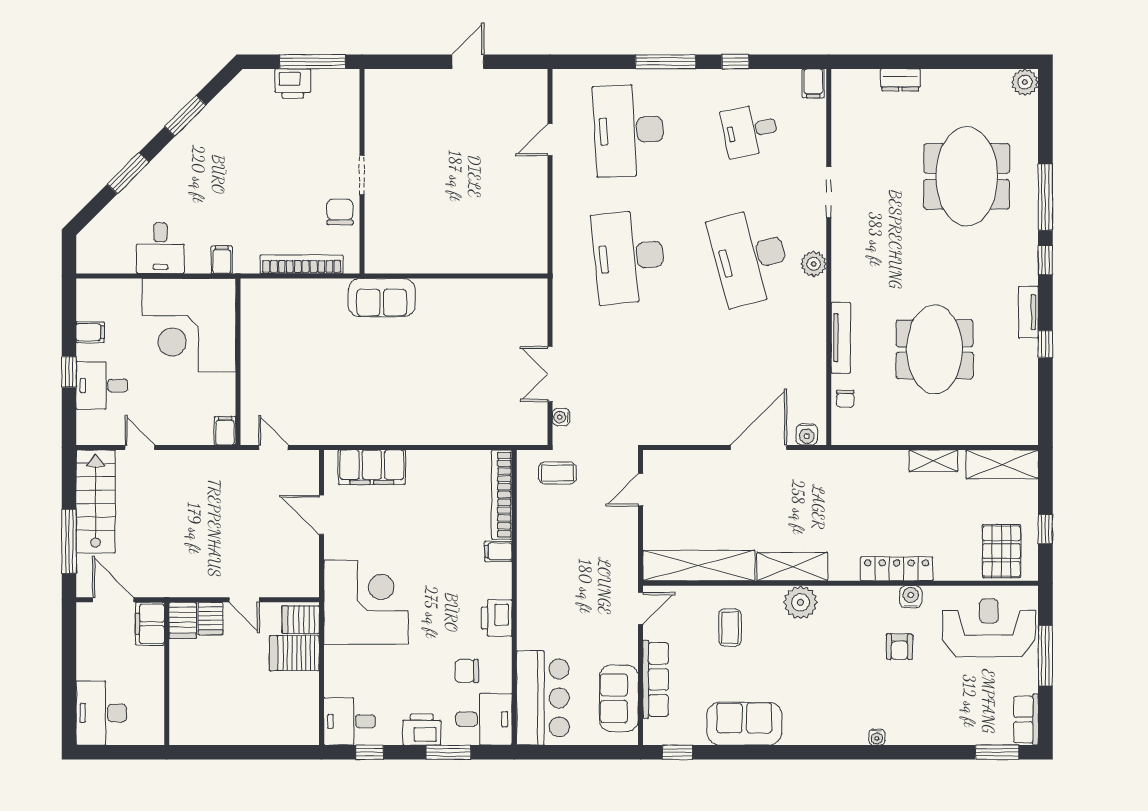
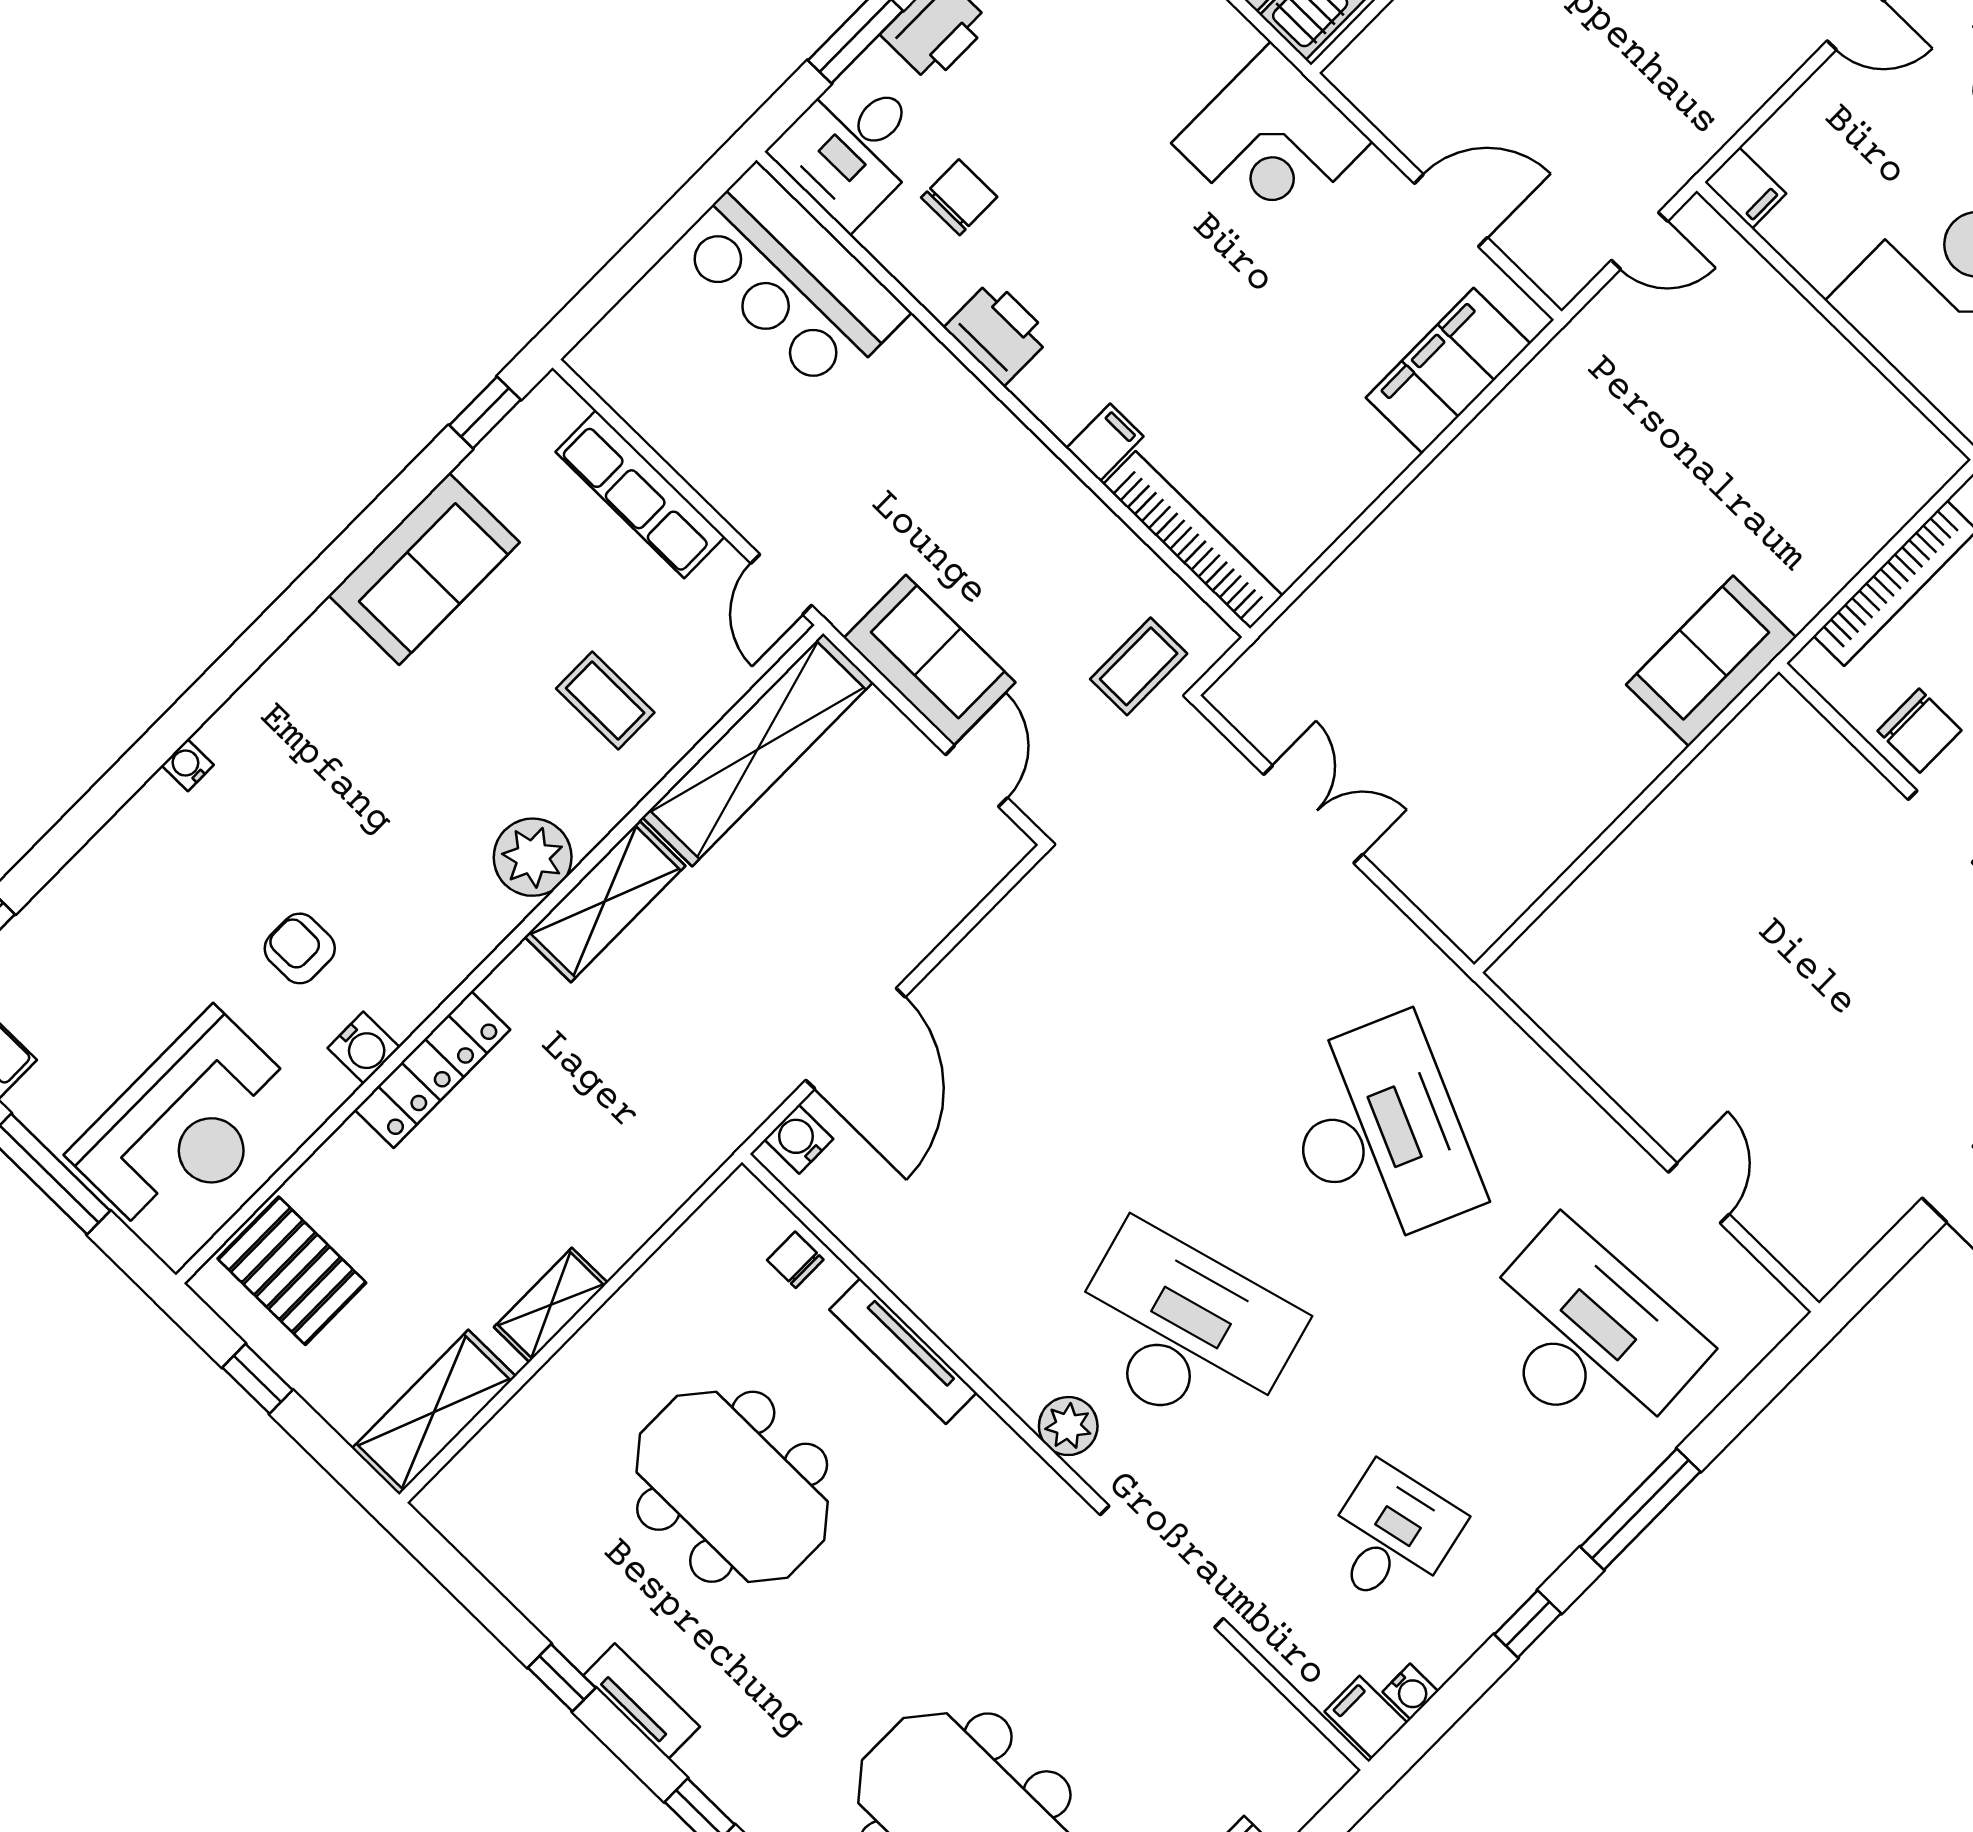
doorway: (829, 192) -> (1162, 1567), width x1.36
desk: (629, 257) -> (1379, 1133), turned 30
water cooler: (561, 417) -> (1410, 1692), moved, turned 90
corner desk: (366, 602) -> (1272, 142), width x0.74, depth x0.74
sofa: (619, 698) -> (930, 660), moved

